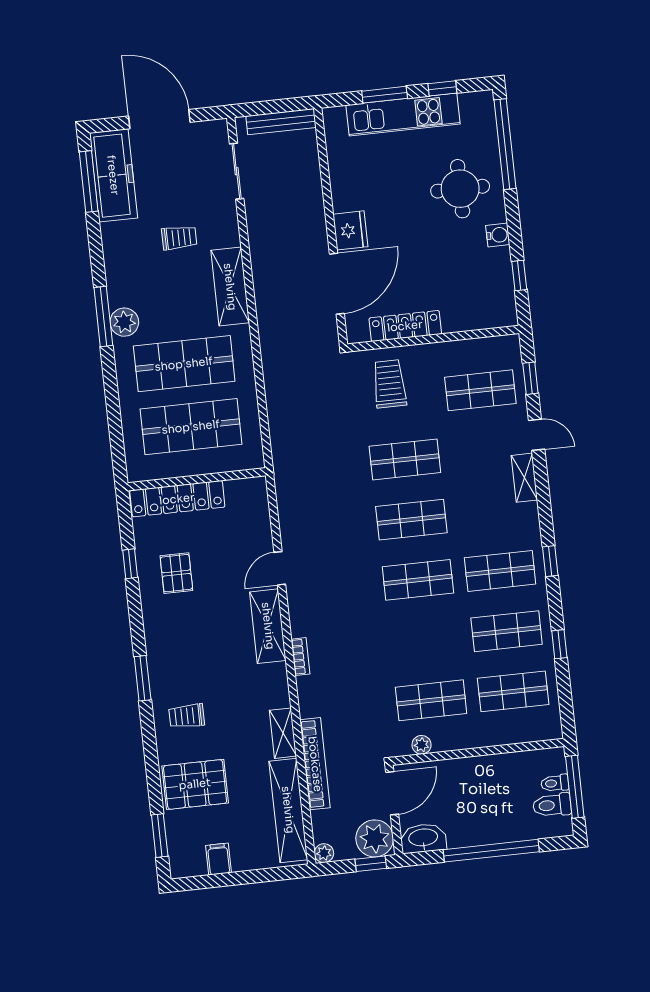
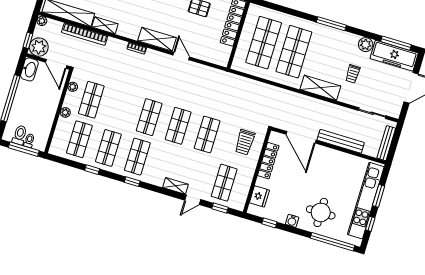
kitchen unit: (403, 115) -> (366, 201), width x1.36
bench: (313, 207) -> (341, 141), added
fridge: (350, 230) -> (259, 196), moved, turned -90
plant: (124, 322) -> (366, 45), moved
trolley: (389, 384) -> (245, 142), turned 90
plant: (475, 739) -> (65, 112), added

